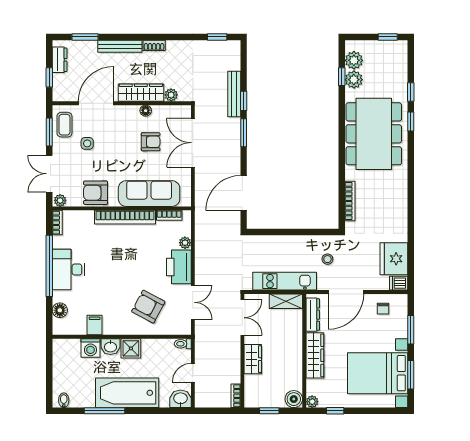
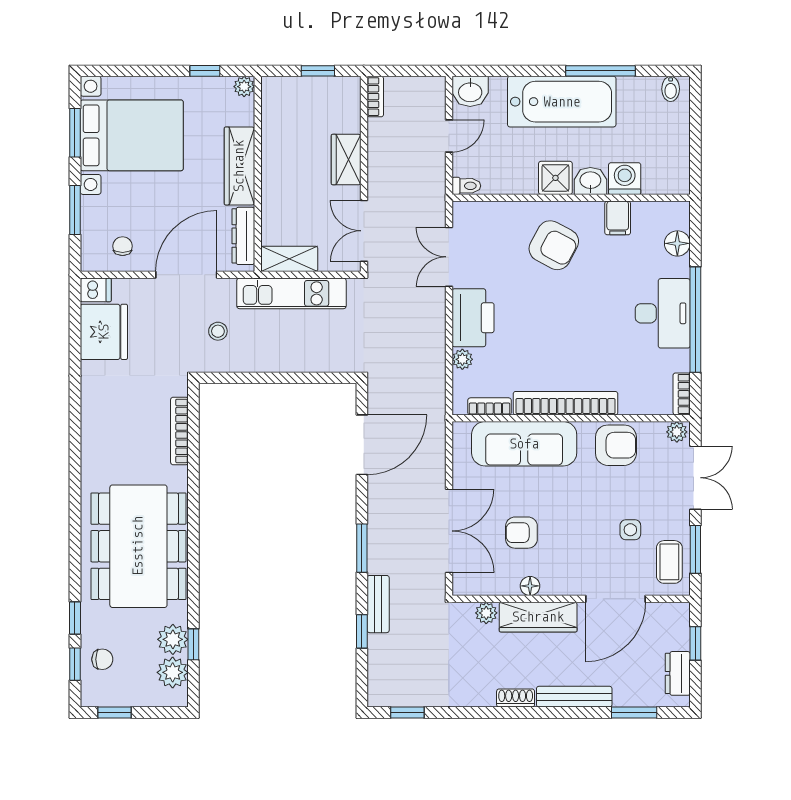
chair: (395, 68) -> (102, 659), added
bench: (234, 94) -> (378, 604), width x0.73
window: (244, 101) -> (362, 631), moved
window: (411, 122) -> (75, 664), moved
armchair: (148, 307) -> (554, 245), moved
boiler: (294, 399) -> (276, 91), removed

